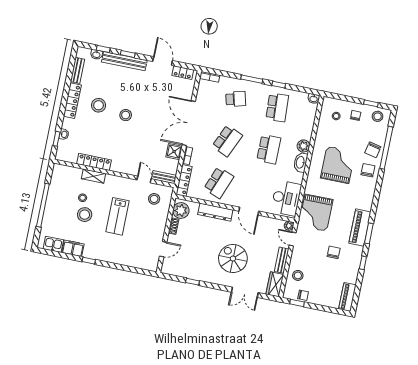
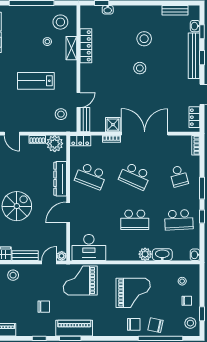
locker: (72, 101) -> (143, 11), removed
washbasin: (301, 162) -> (162, 255), moved
locker: (184, 180) -> (80, 141), width x0.66
stool: (85, 215) -> (60, 22), moved

